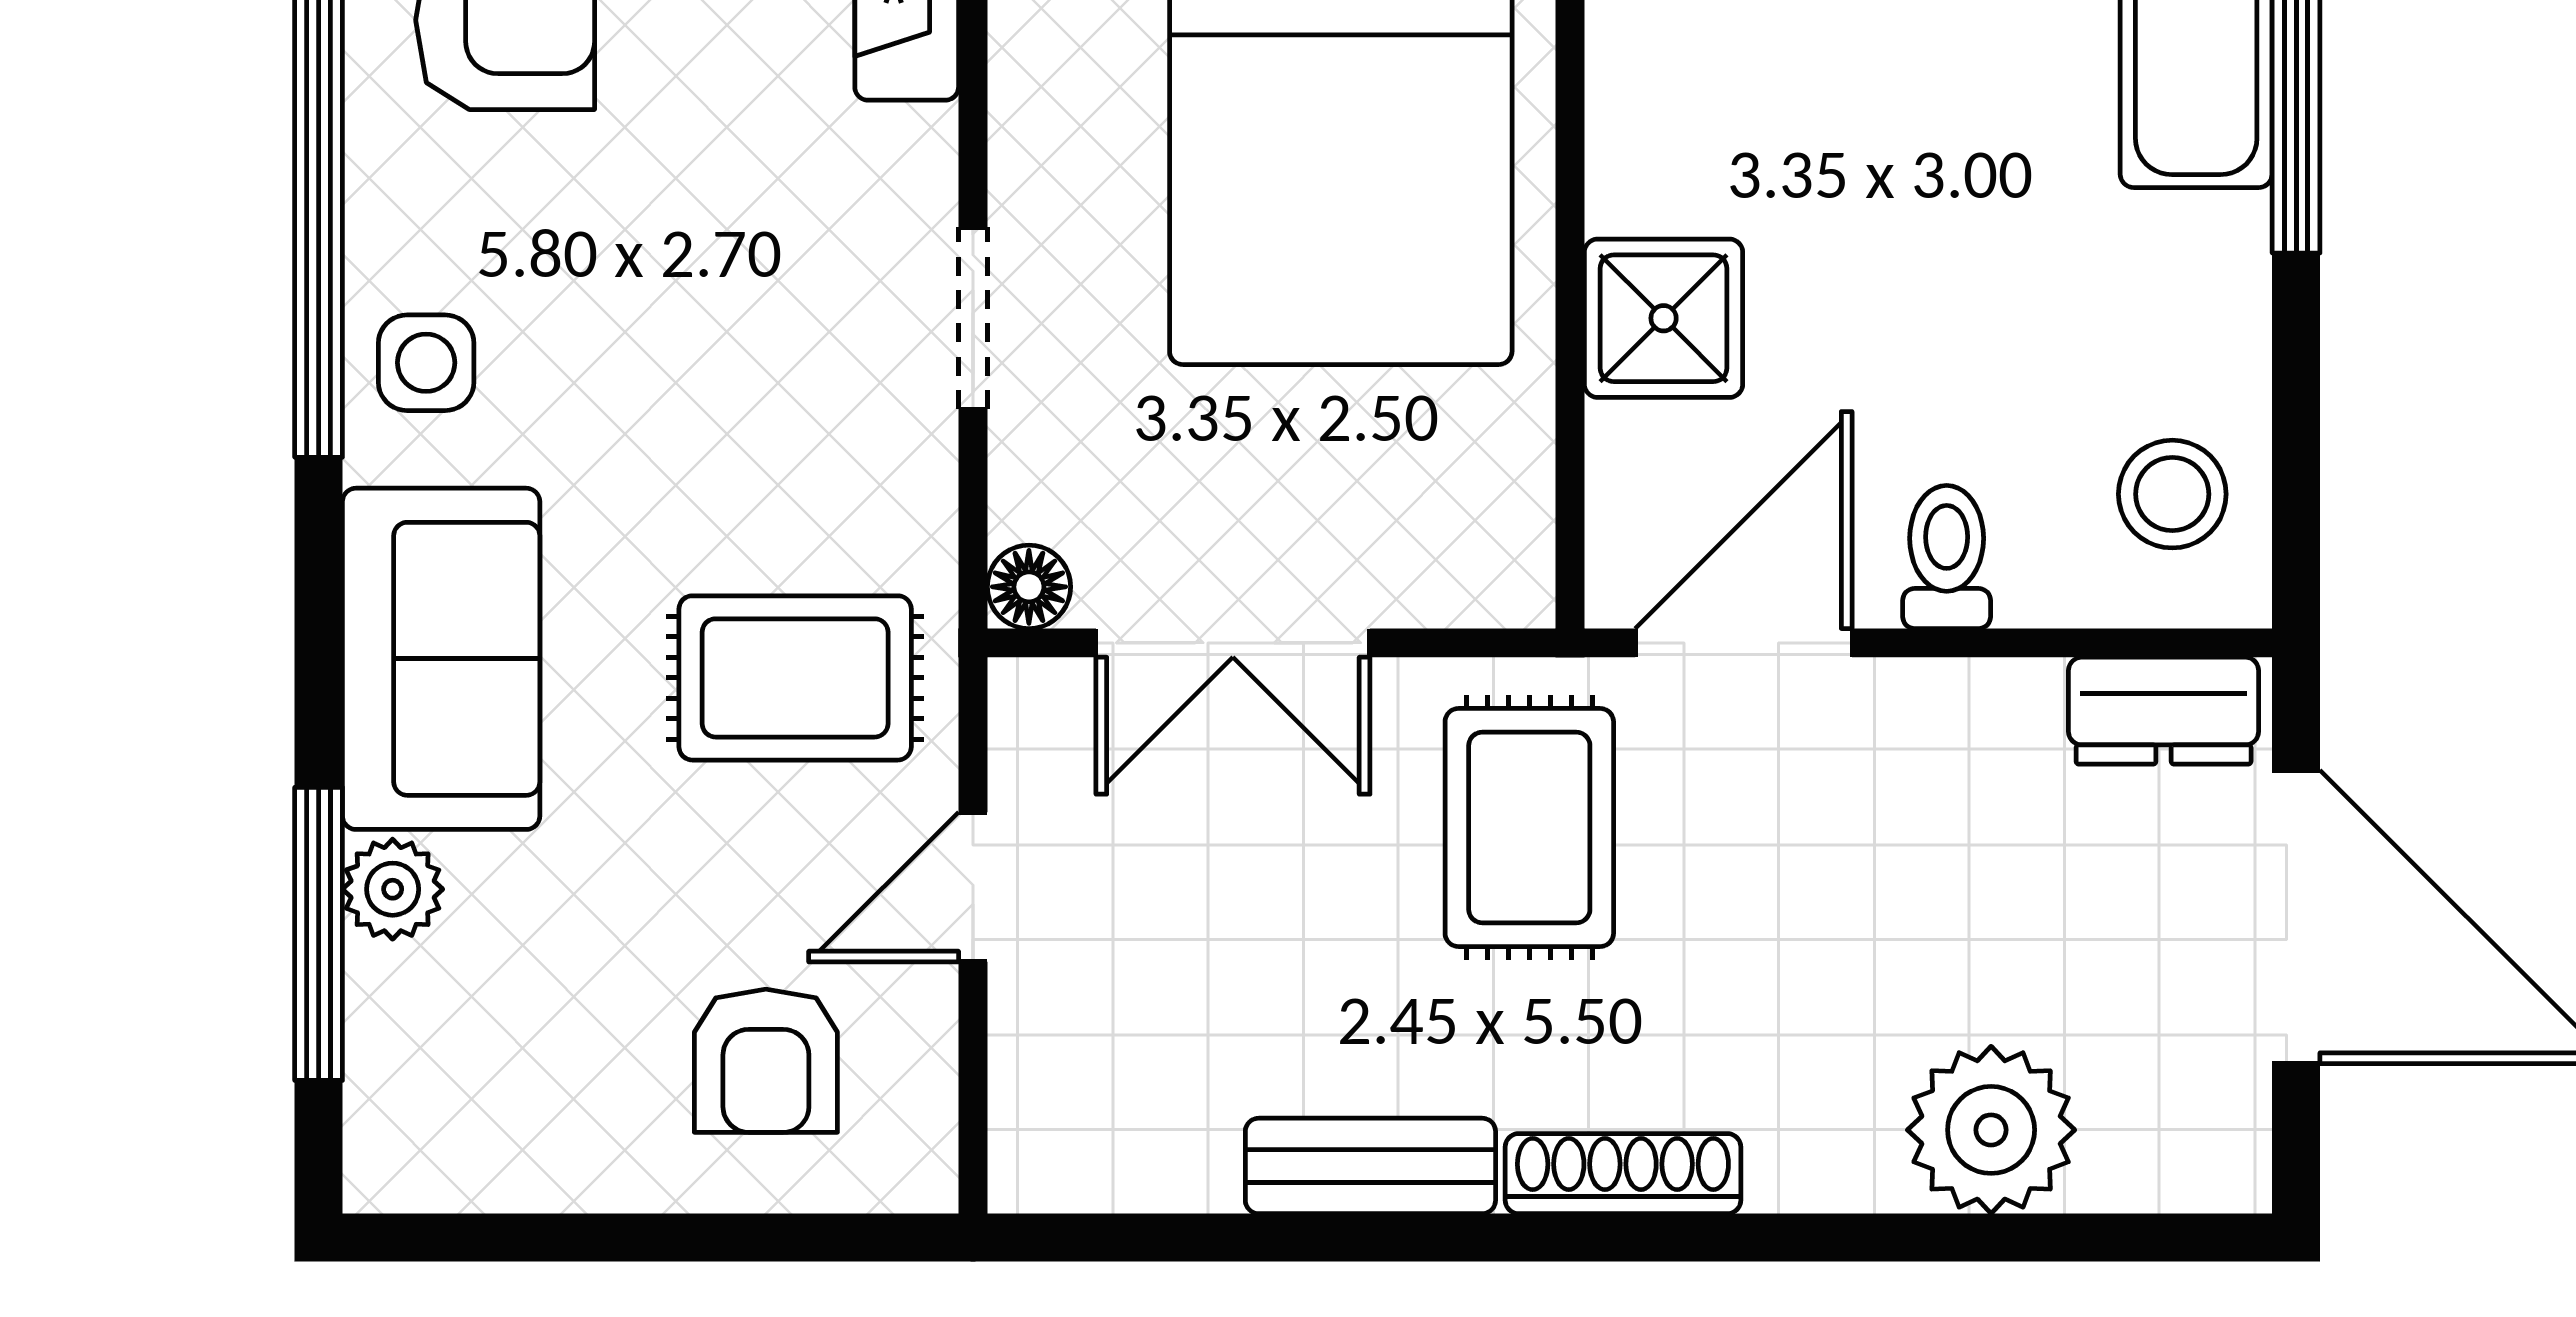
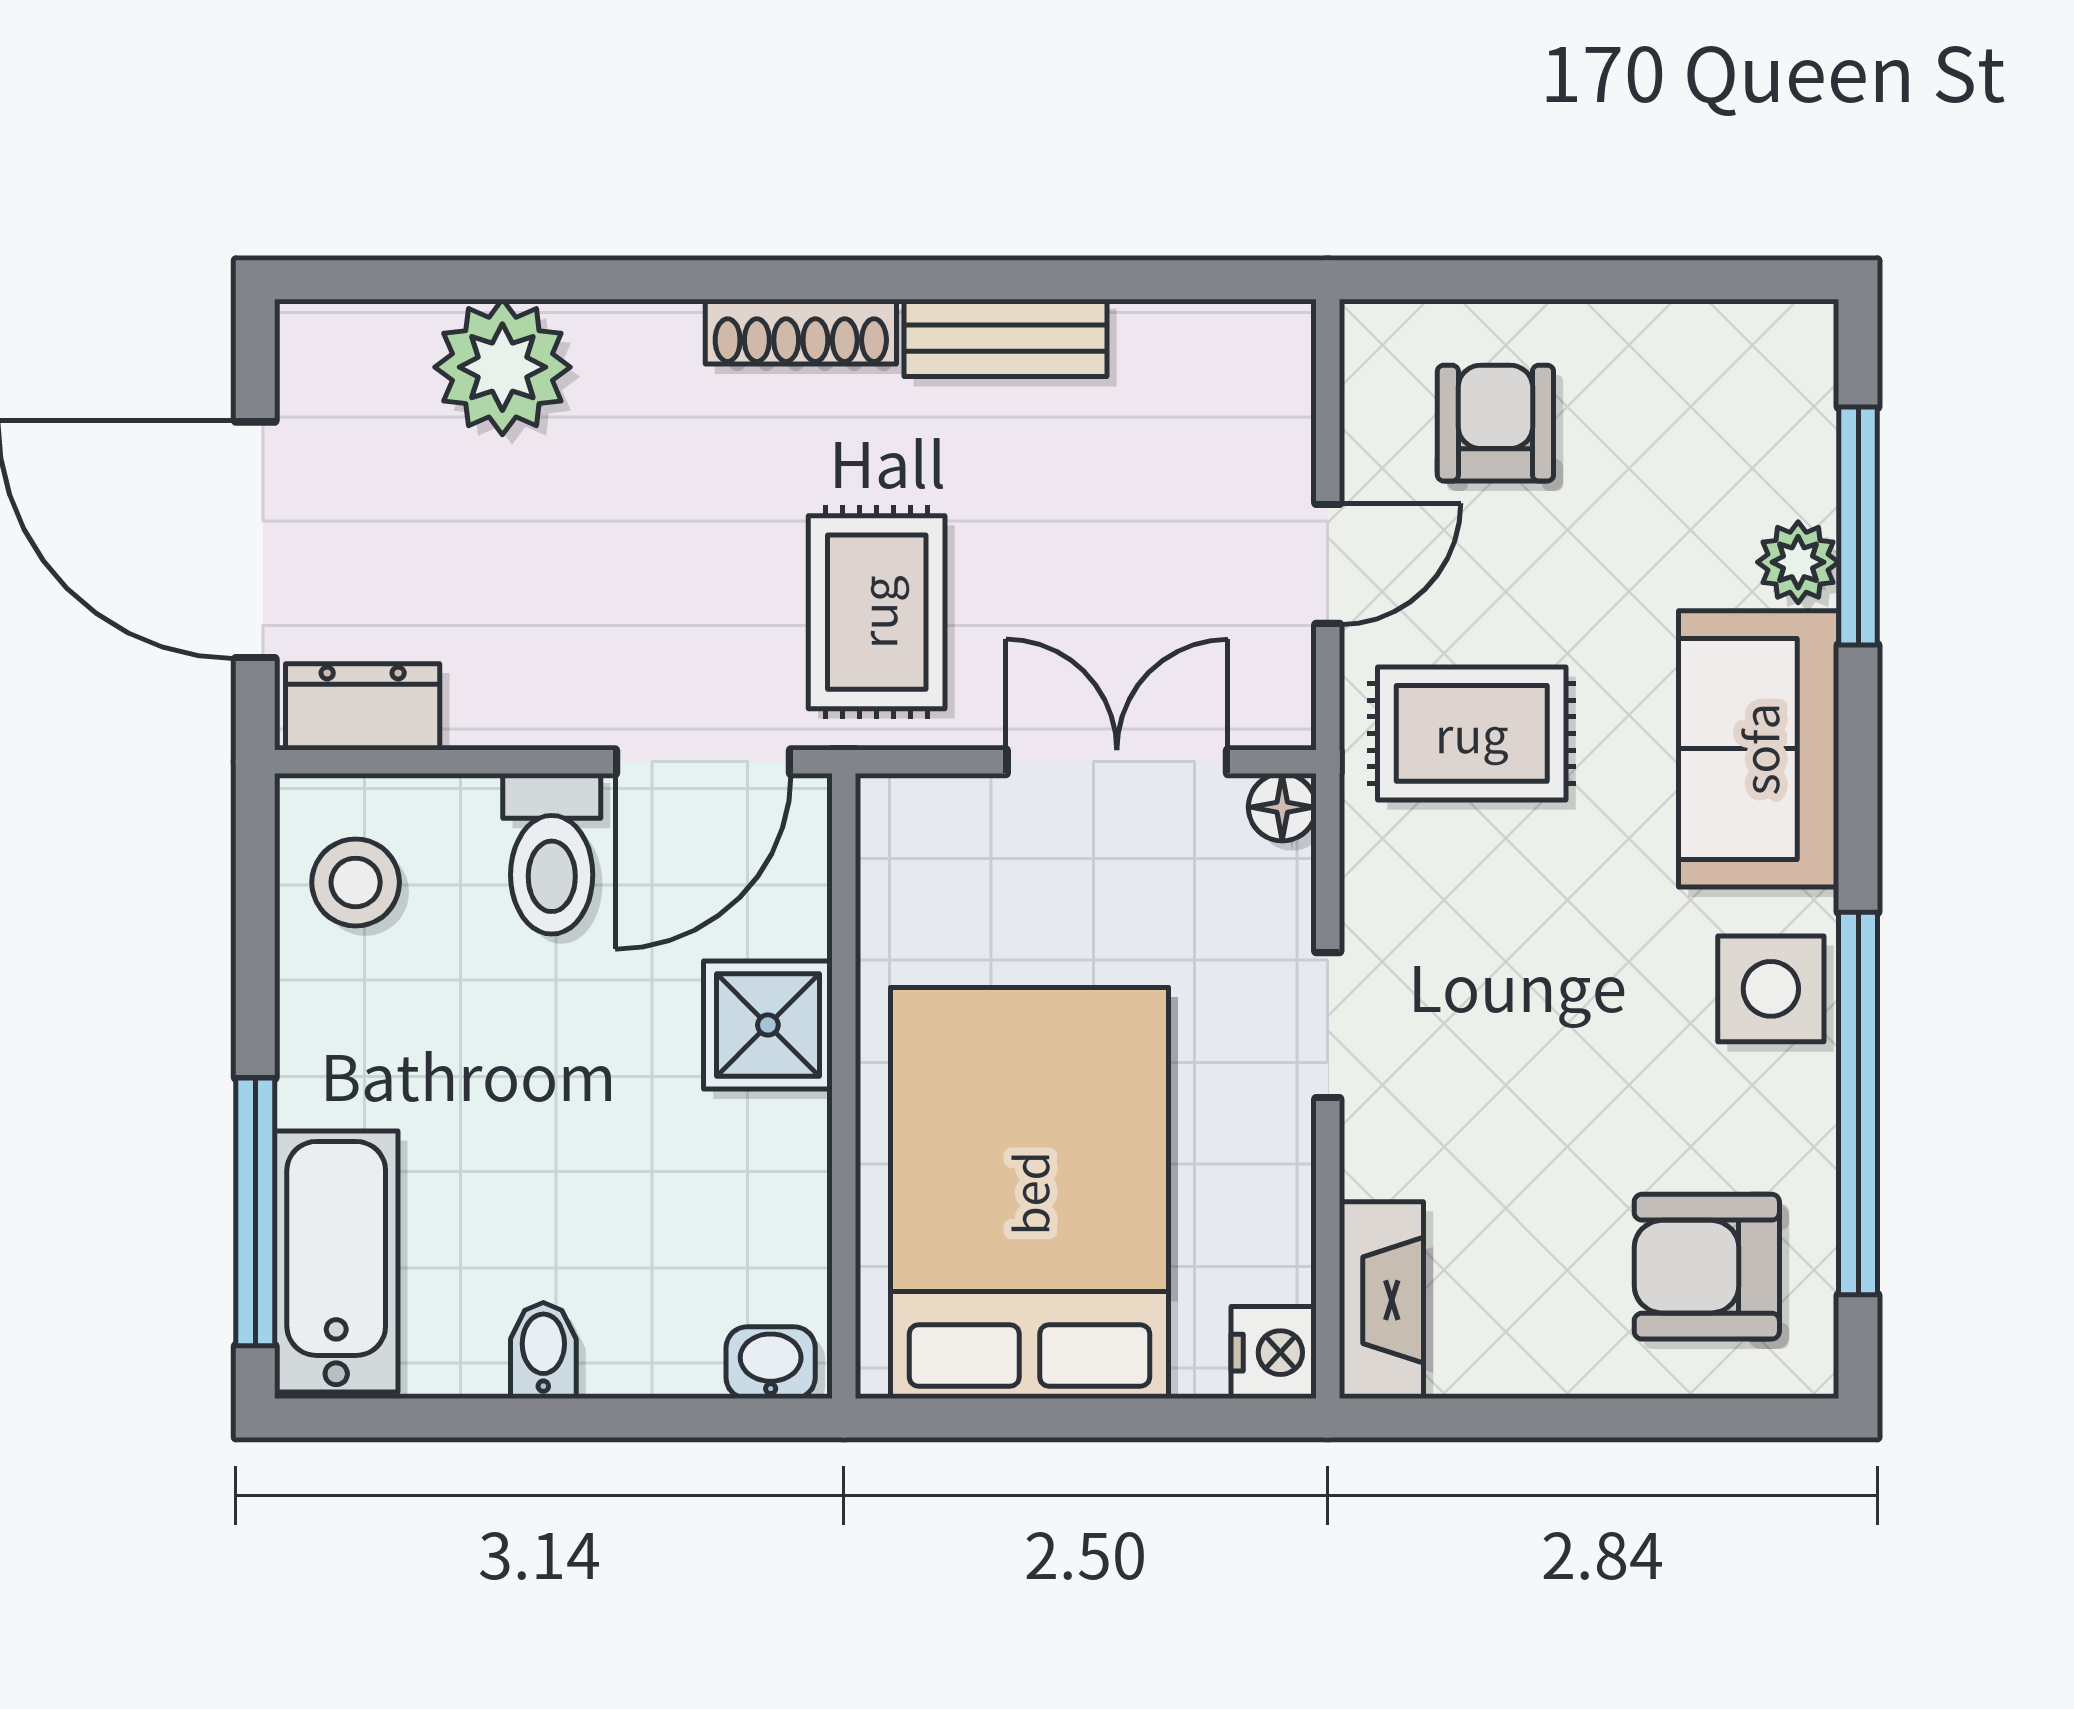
side table: (426, 363) -> (1771, 989), width x1.37, depth x1.37
toilet: (1947, 557) -> (552, 854), width x1.37, depth x1.39

